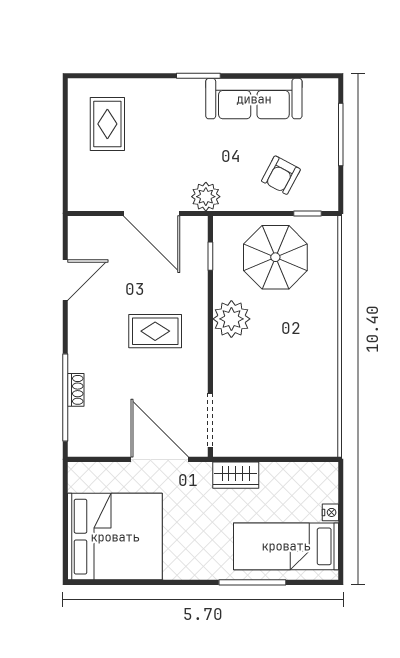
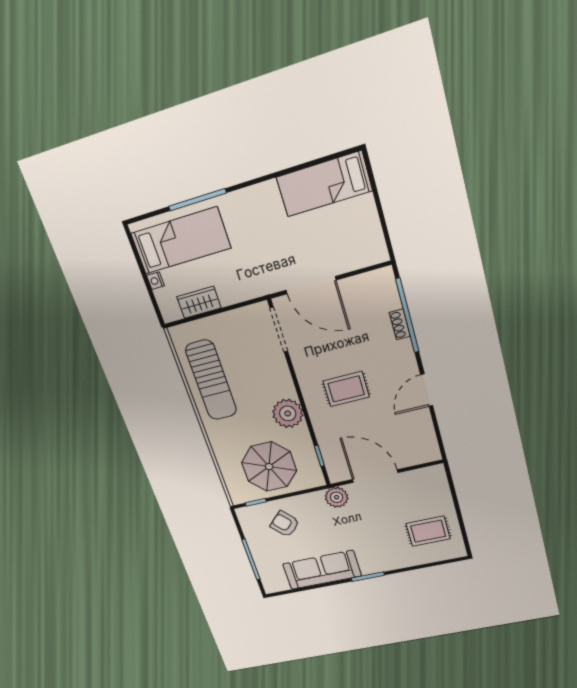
rug: (107, 124) -> (428, 531), turned 90
armchair: (281, 175) -> (285, 524), turned -71
door: (65, 280) -> (427, 390), moved
sun lounger: (308, 382) -> (211, 380), added
wardrobe: (236, 475) -> (199, 302), moved
bed: (115, 537) -> (324, 184), width x0.49

